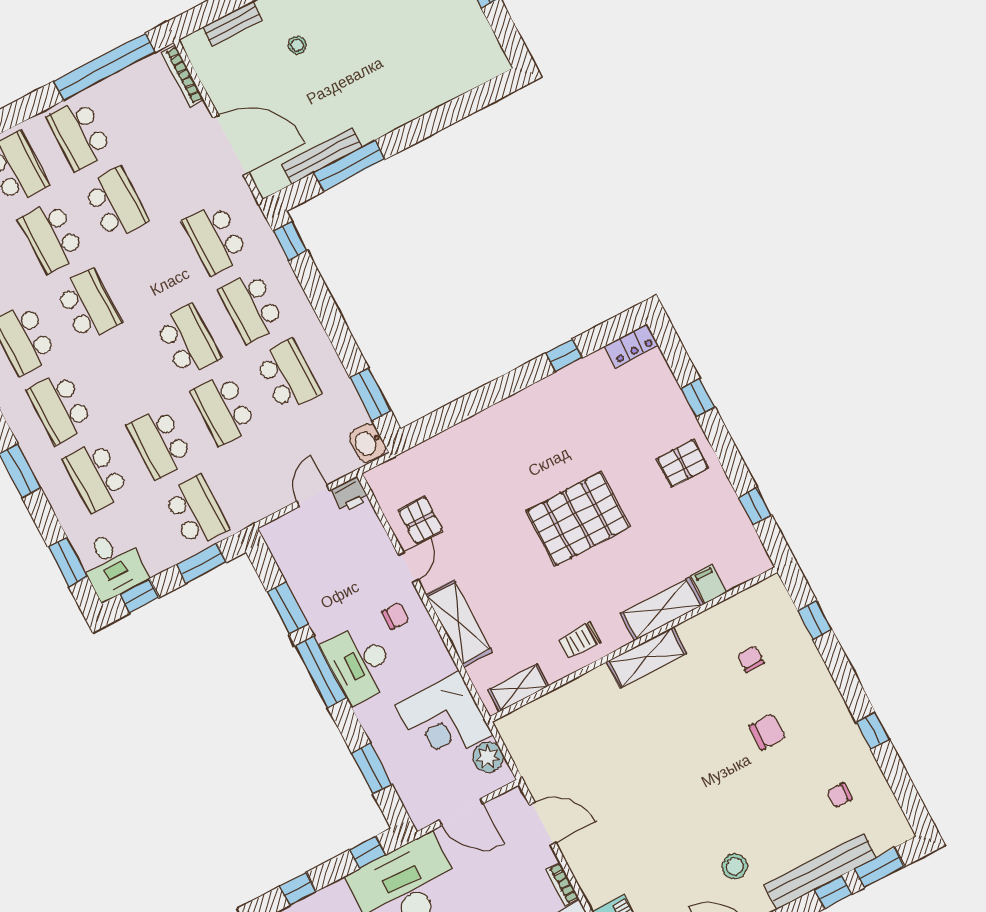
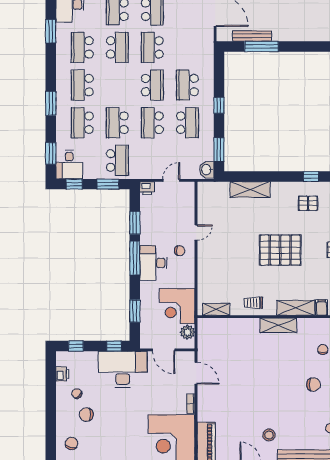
school desk: (215, 238) -> (152, 47), moved
window: (290, 241) -> (219, 105), moved
printer: (350, 495) -> (147, 188), moved
pallet: (420, 520) -> (308, 203), moved, turned 90
shelving: (459, 623) -> (250, 190), moved, turned 90

